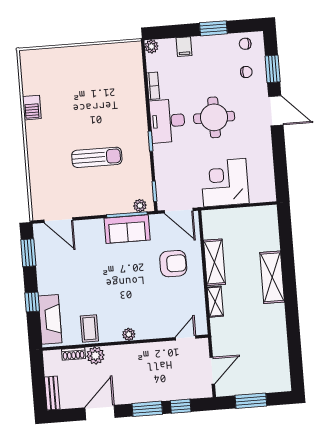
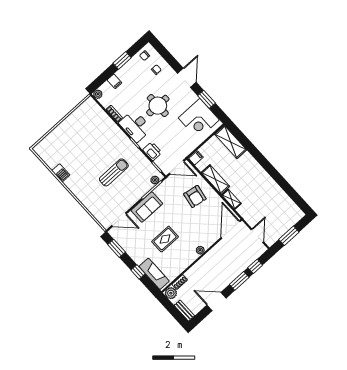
window: (273, 69) -> (207, 99), moved
door: (276, 111) -> (187, 78), hinge flipped
printer: (164, 168) -> (152, 151), added
corner desk: (225, 183) -> (199, 119), moved, turned -90
filing cabinet: (211, 217) -> (196, 158), added
sofa: (127, 229) -> (147, 207), moved
armchair: (173, 264) -> (195, 196), turned 100
shelving: (272, 277) -> (231, 142), moved
rug: (96, 287) -> (165, 239), added
coffee table: (89, 329) -> (178, 263), removed
door: (186, 338) -> (231, 229), width x1.88
plant: (95, 356) -> (171, 293), moved
door: (100, 413) -> (217, 302), hinge flipped

